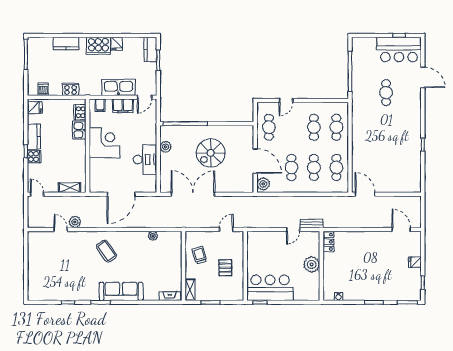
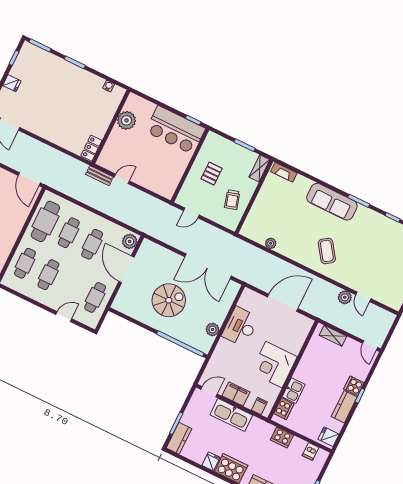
cafe table: (336, 167) -> (45, 221), width x1.37, depth x1.35
plant: (312, 264) -> (126, 120), moved

